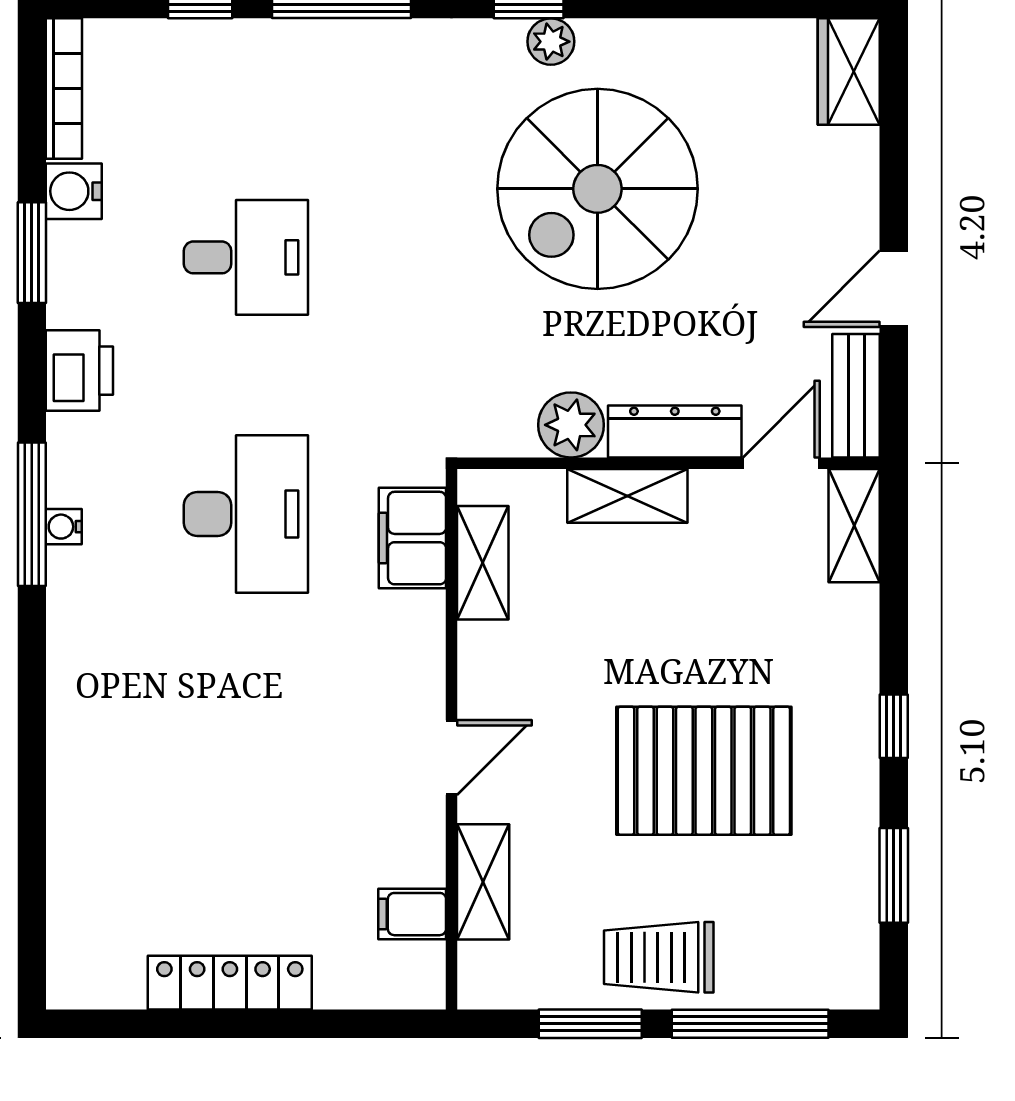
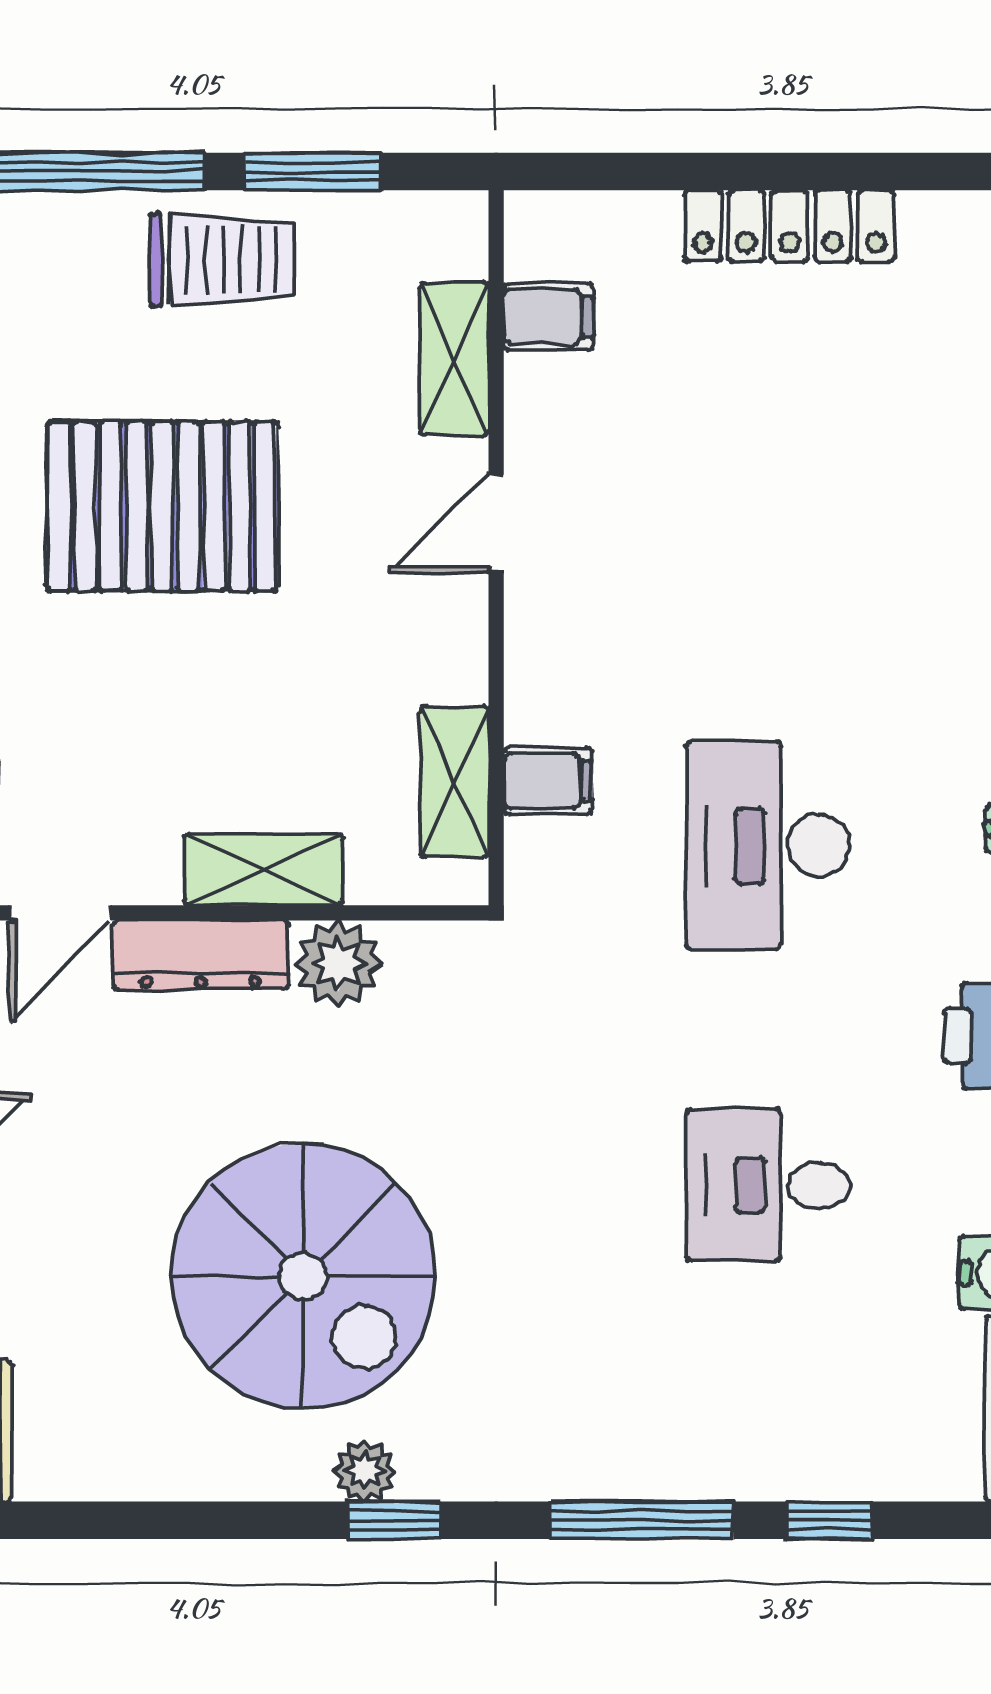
spiral stairs: (597, 189) -> (303, 1276), turned 90
filing cabinet: (412, 538) -> (548, 781), width x0.50

